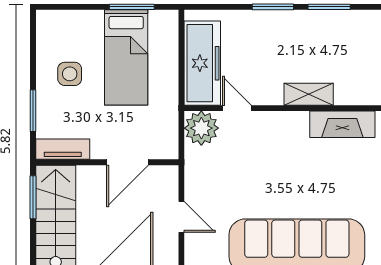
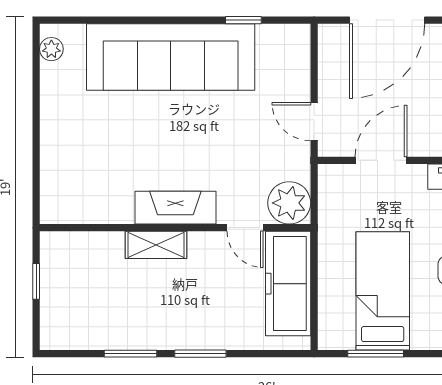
fireplace: (342, 124) -> (175, 208), moved
door: (181, 217) -> (314, 122), moved

